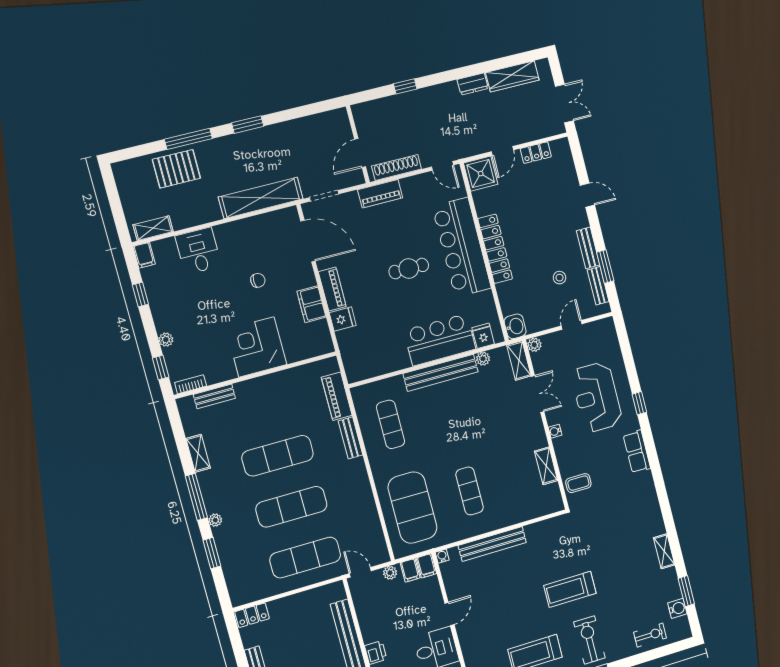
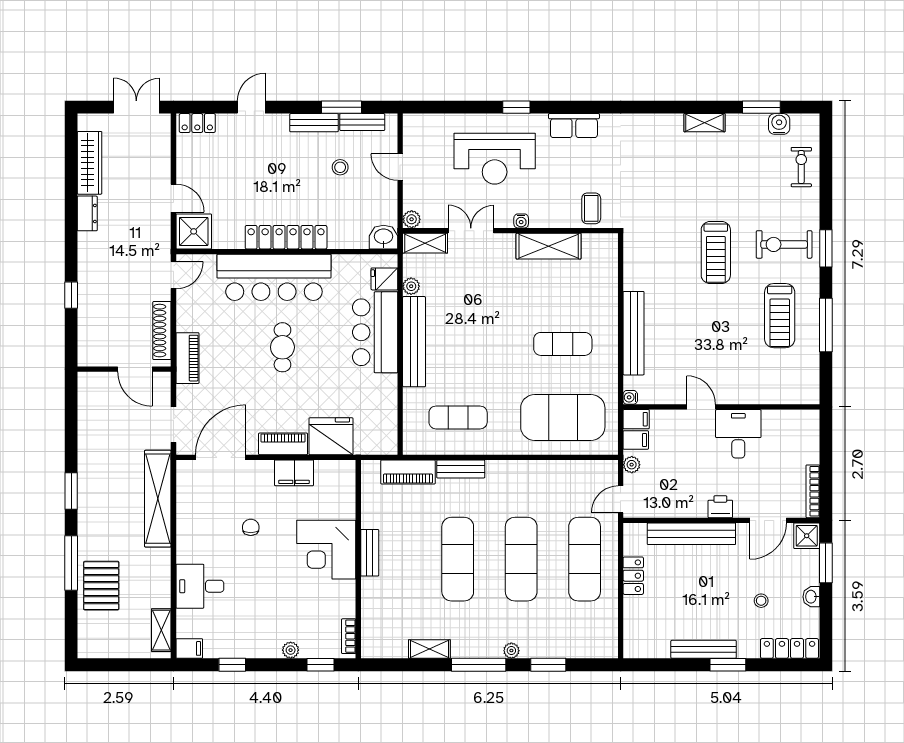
locker: (536, 153) -> (197, 123), moved, turned 90
fridge: (343, 319) -> (331, 436), width x1.88, depth x1.34
bench: (214, 396) -> (370, 553), moved
shelving: (546, 466) -> (549, 246), width x1.50, depth x1.33
locker: (252, 615) -> (633, 576), moved

